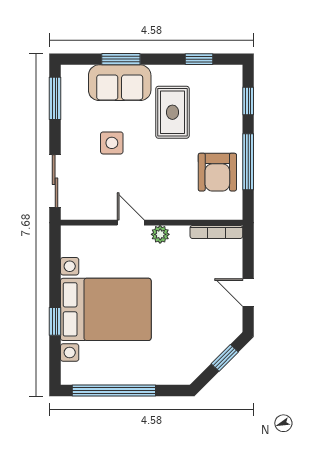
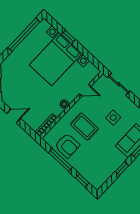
window: (199, 59) -> (122, 169), moved
rug: (172, 112) -> (84, 127), moved
armchair: (217, 172) -> (67, 146), turned 180
door: (131, 223) -> (85, 90), moved

